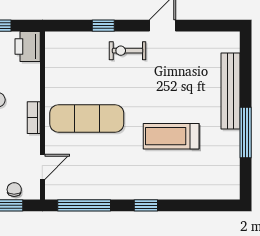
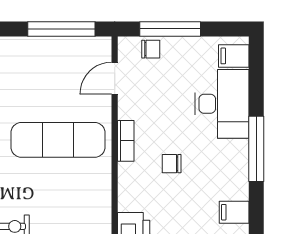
chair: (14, 190) -> (151, 49), turned -90

